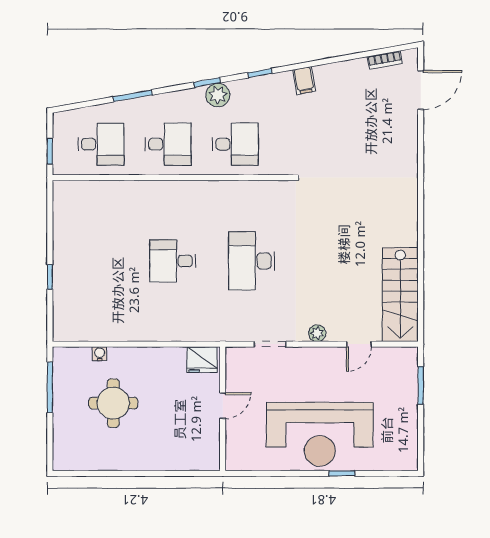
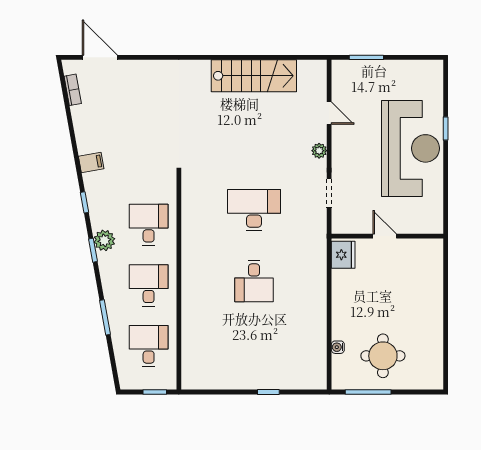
desk: (252, 261) -> (254, 210), turned 180
stairs: (400, 295) -> (254, 76), moved
round table: (113, 403) -> (383, 356), moved

